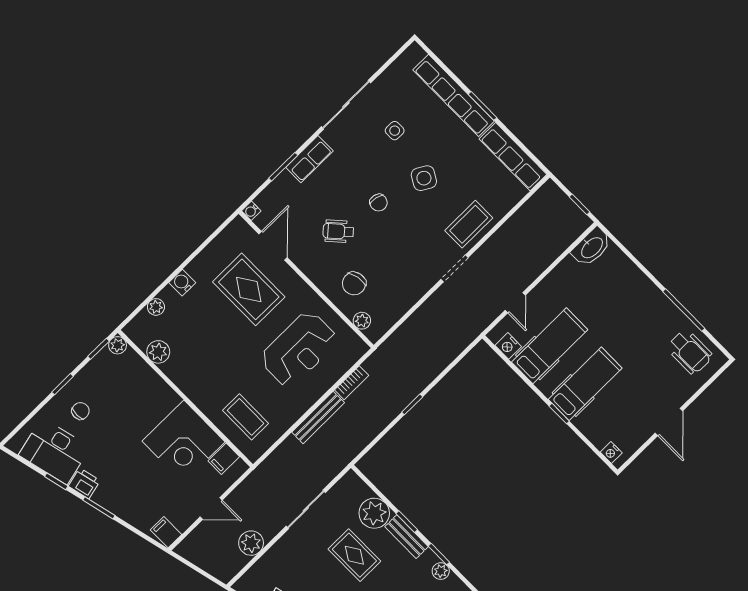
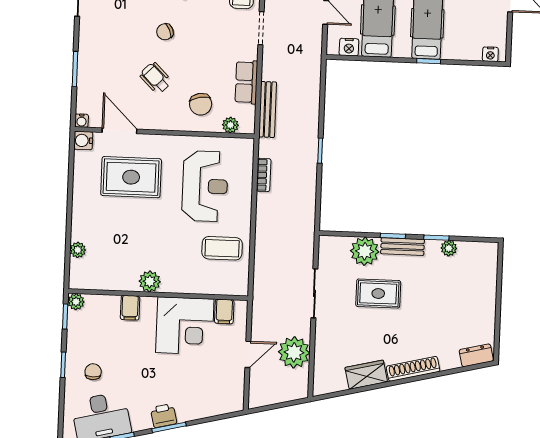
row of seats: (309, 159) -> (246, 82), moved, turned 180
chair: (379, 203) -> (165, 32), turned 144
wheelchair: (338, 231) -> (156, 78), turned 87
water cooler: (182, 283) -> (83, 140), moved
plant: (158, 352) -> (150, 281), moved
coffee table: (245, 417) -> (222, 248), moved
bench: (318, 417) -> (268, 109), moved
printer: (84, 483) -> (164, 416), moved
filing cabinet: (166, 532) -> (130, 308), moved, turned -90
plant: (251, 543) -> (294, 352), width x1.36, depth x1.36

